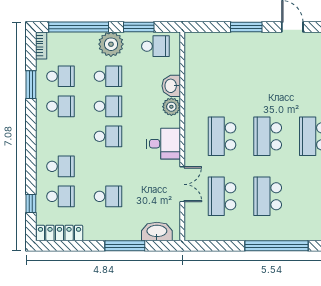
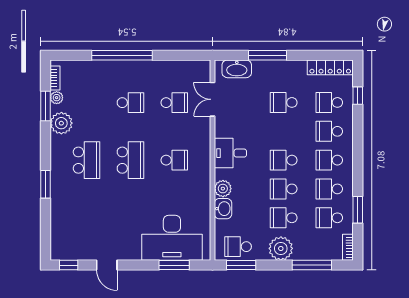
window: (79, 27) -> (312, 265), width x0.68
window: (139, 27) -> (241, 265), moved
window: (246, 27) -> (174, 265), moved
desk: (224, 55) -> (172, 238), added
school desk: (61, 136) -> (329, 160), added
school desk: (222, 136) -> (174, 160), width x0.54
double door: (182, 184) -> (212, 99), moved
school desk: (222, 196) -> (174, 103), width x0.54
school desk: (268, 196) -> (130, 103), width x0.54

